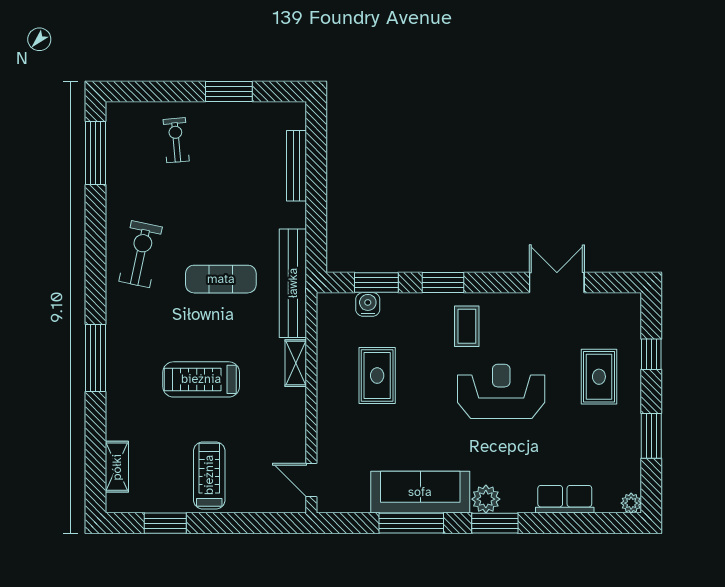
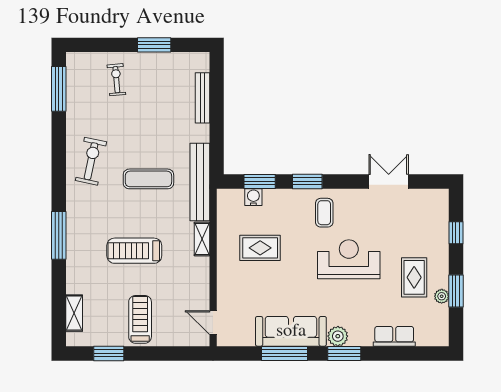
rug: (377, 376) -> (260, 248), turned 90
rug: (599, 377) -> (414, 277), moved
plant: (631, 503) -> (442, 296), moved

